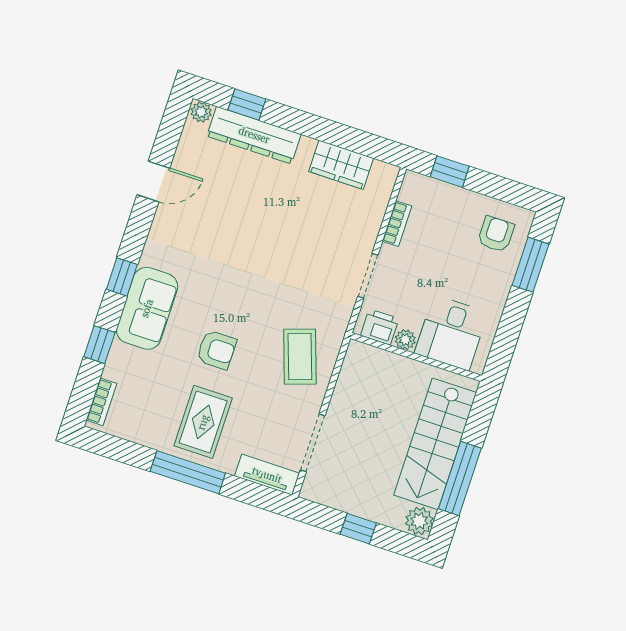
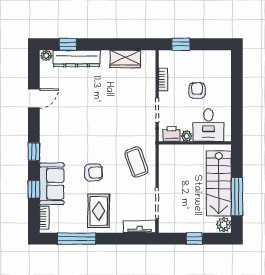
armchair: (496, 234) -> (197, 91), moved
window: (531, 265) -> (237, 78), removed
sofa: (147, 308) -> (52, 184), moved
window: (188, 472) -> (77, 239), moved

